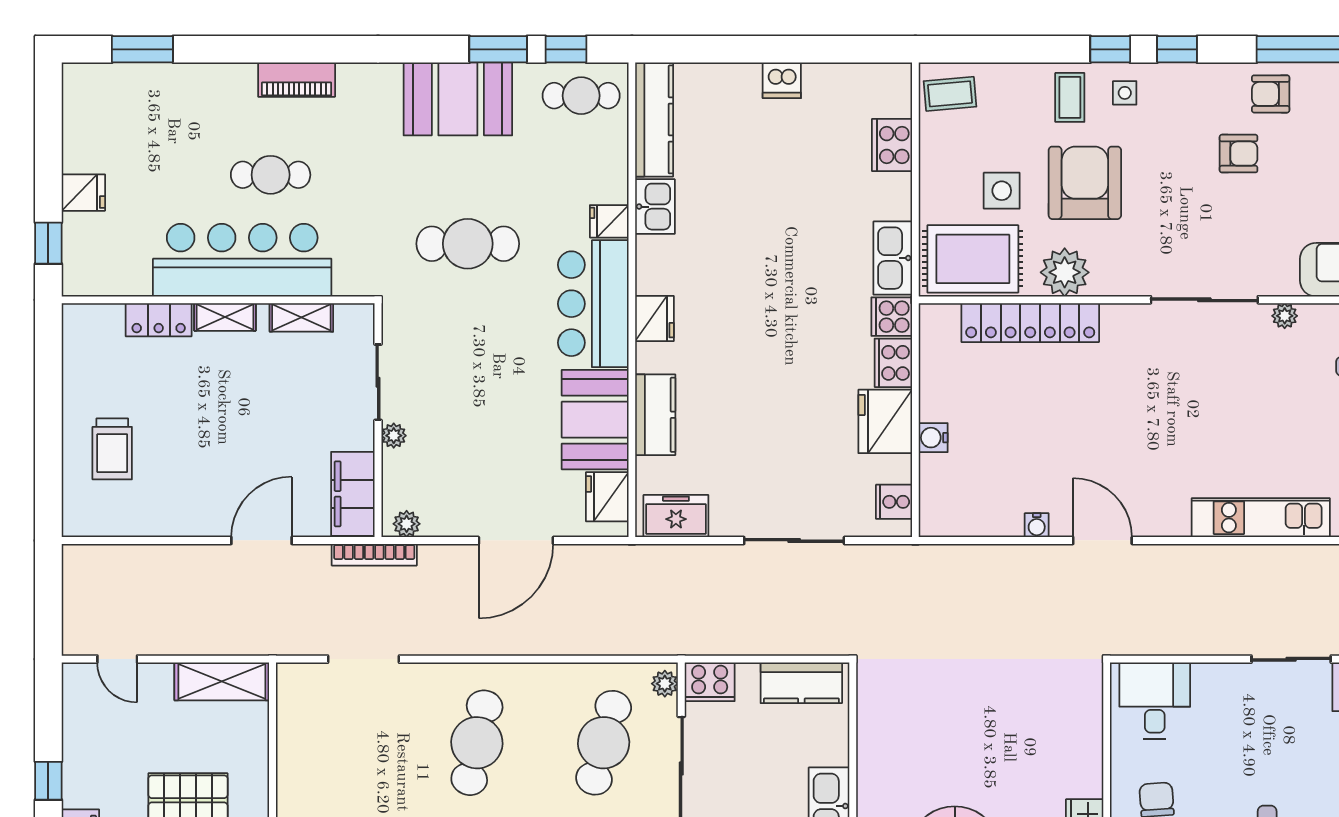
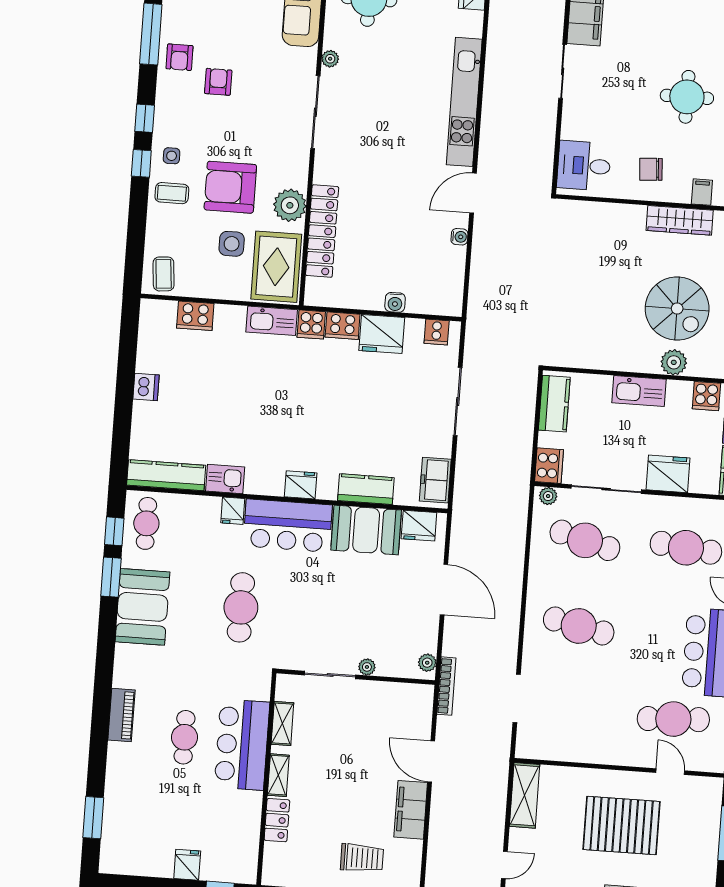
bar counter: (242, 260) -> (242, 745), width x0.73
filing cabinet: (353, 494) -> (411, 810), moved, turned 90
kitchen unit: (1261, 518) -> (464, 102), width x1.36

